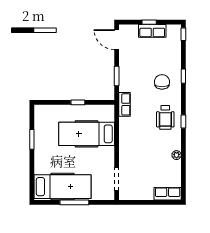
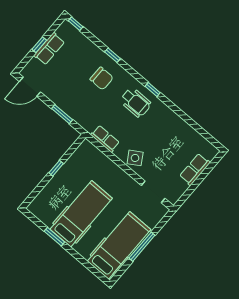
chair: (162, 82) -> (102, 78), turned 180
row of seats: (124, 104) -> (105, 139), moved
hospital bed: (87, 134) -> (81, 214), moved, turned 180
side table: (129, 148) -> (135, 158), added
plant: (177, 155) -> (177, 121), removed
row of seats: (168, 194) -> (195, 169), moved

